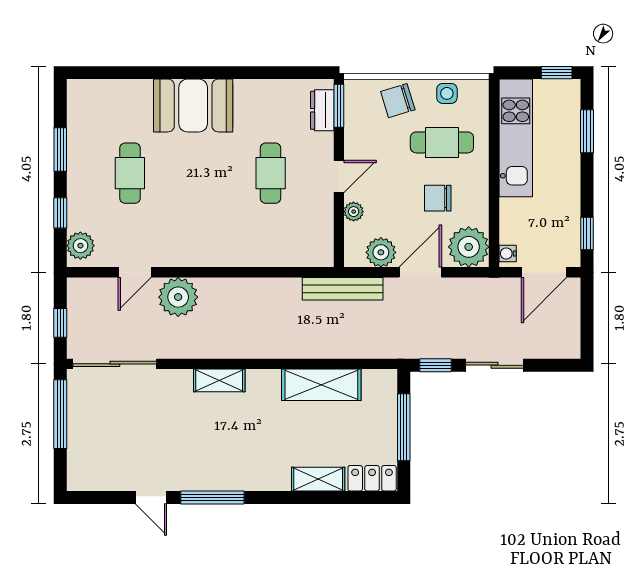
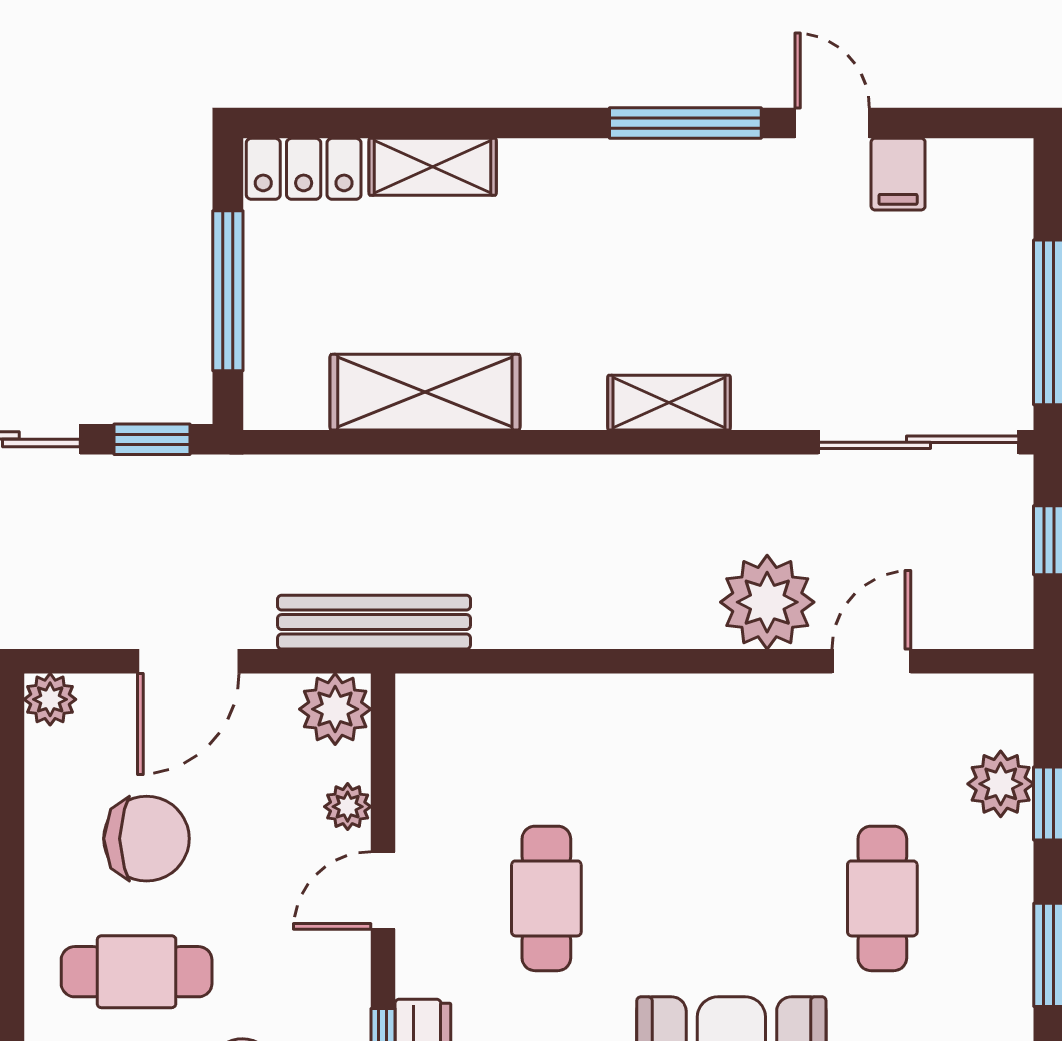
chair: (438, 198) -> (147, 839), width x1.37, depth x1.37
plant: (80, 246) -> (1001, 784), moved
plant: (469, 247) -> (50, 699), width x0.53, depth x0.53
plant: (381, 252) -> (335, 709), moved
filing cabinet: (123, 476) -> (898, 174), added

